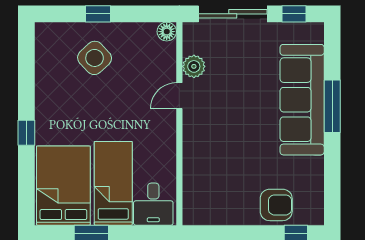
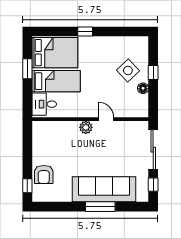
floor lamp: (167, 32) -> (143, 88), moved
plant: (194, 66) -> (86, 127), moved

